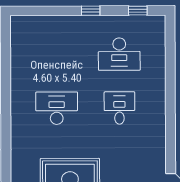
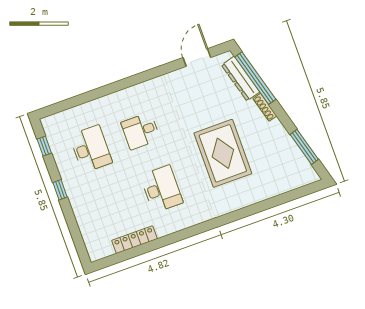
locker: (17, 65) -> (134, 240), added
desk: (57, 108) -> (162, 189), turned 180

